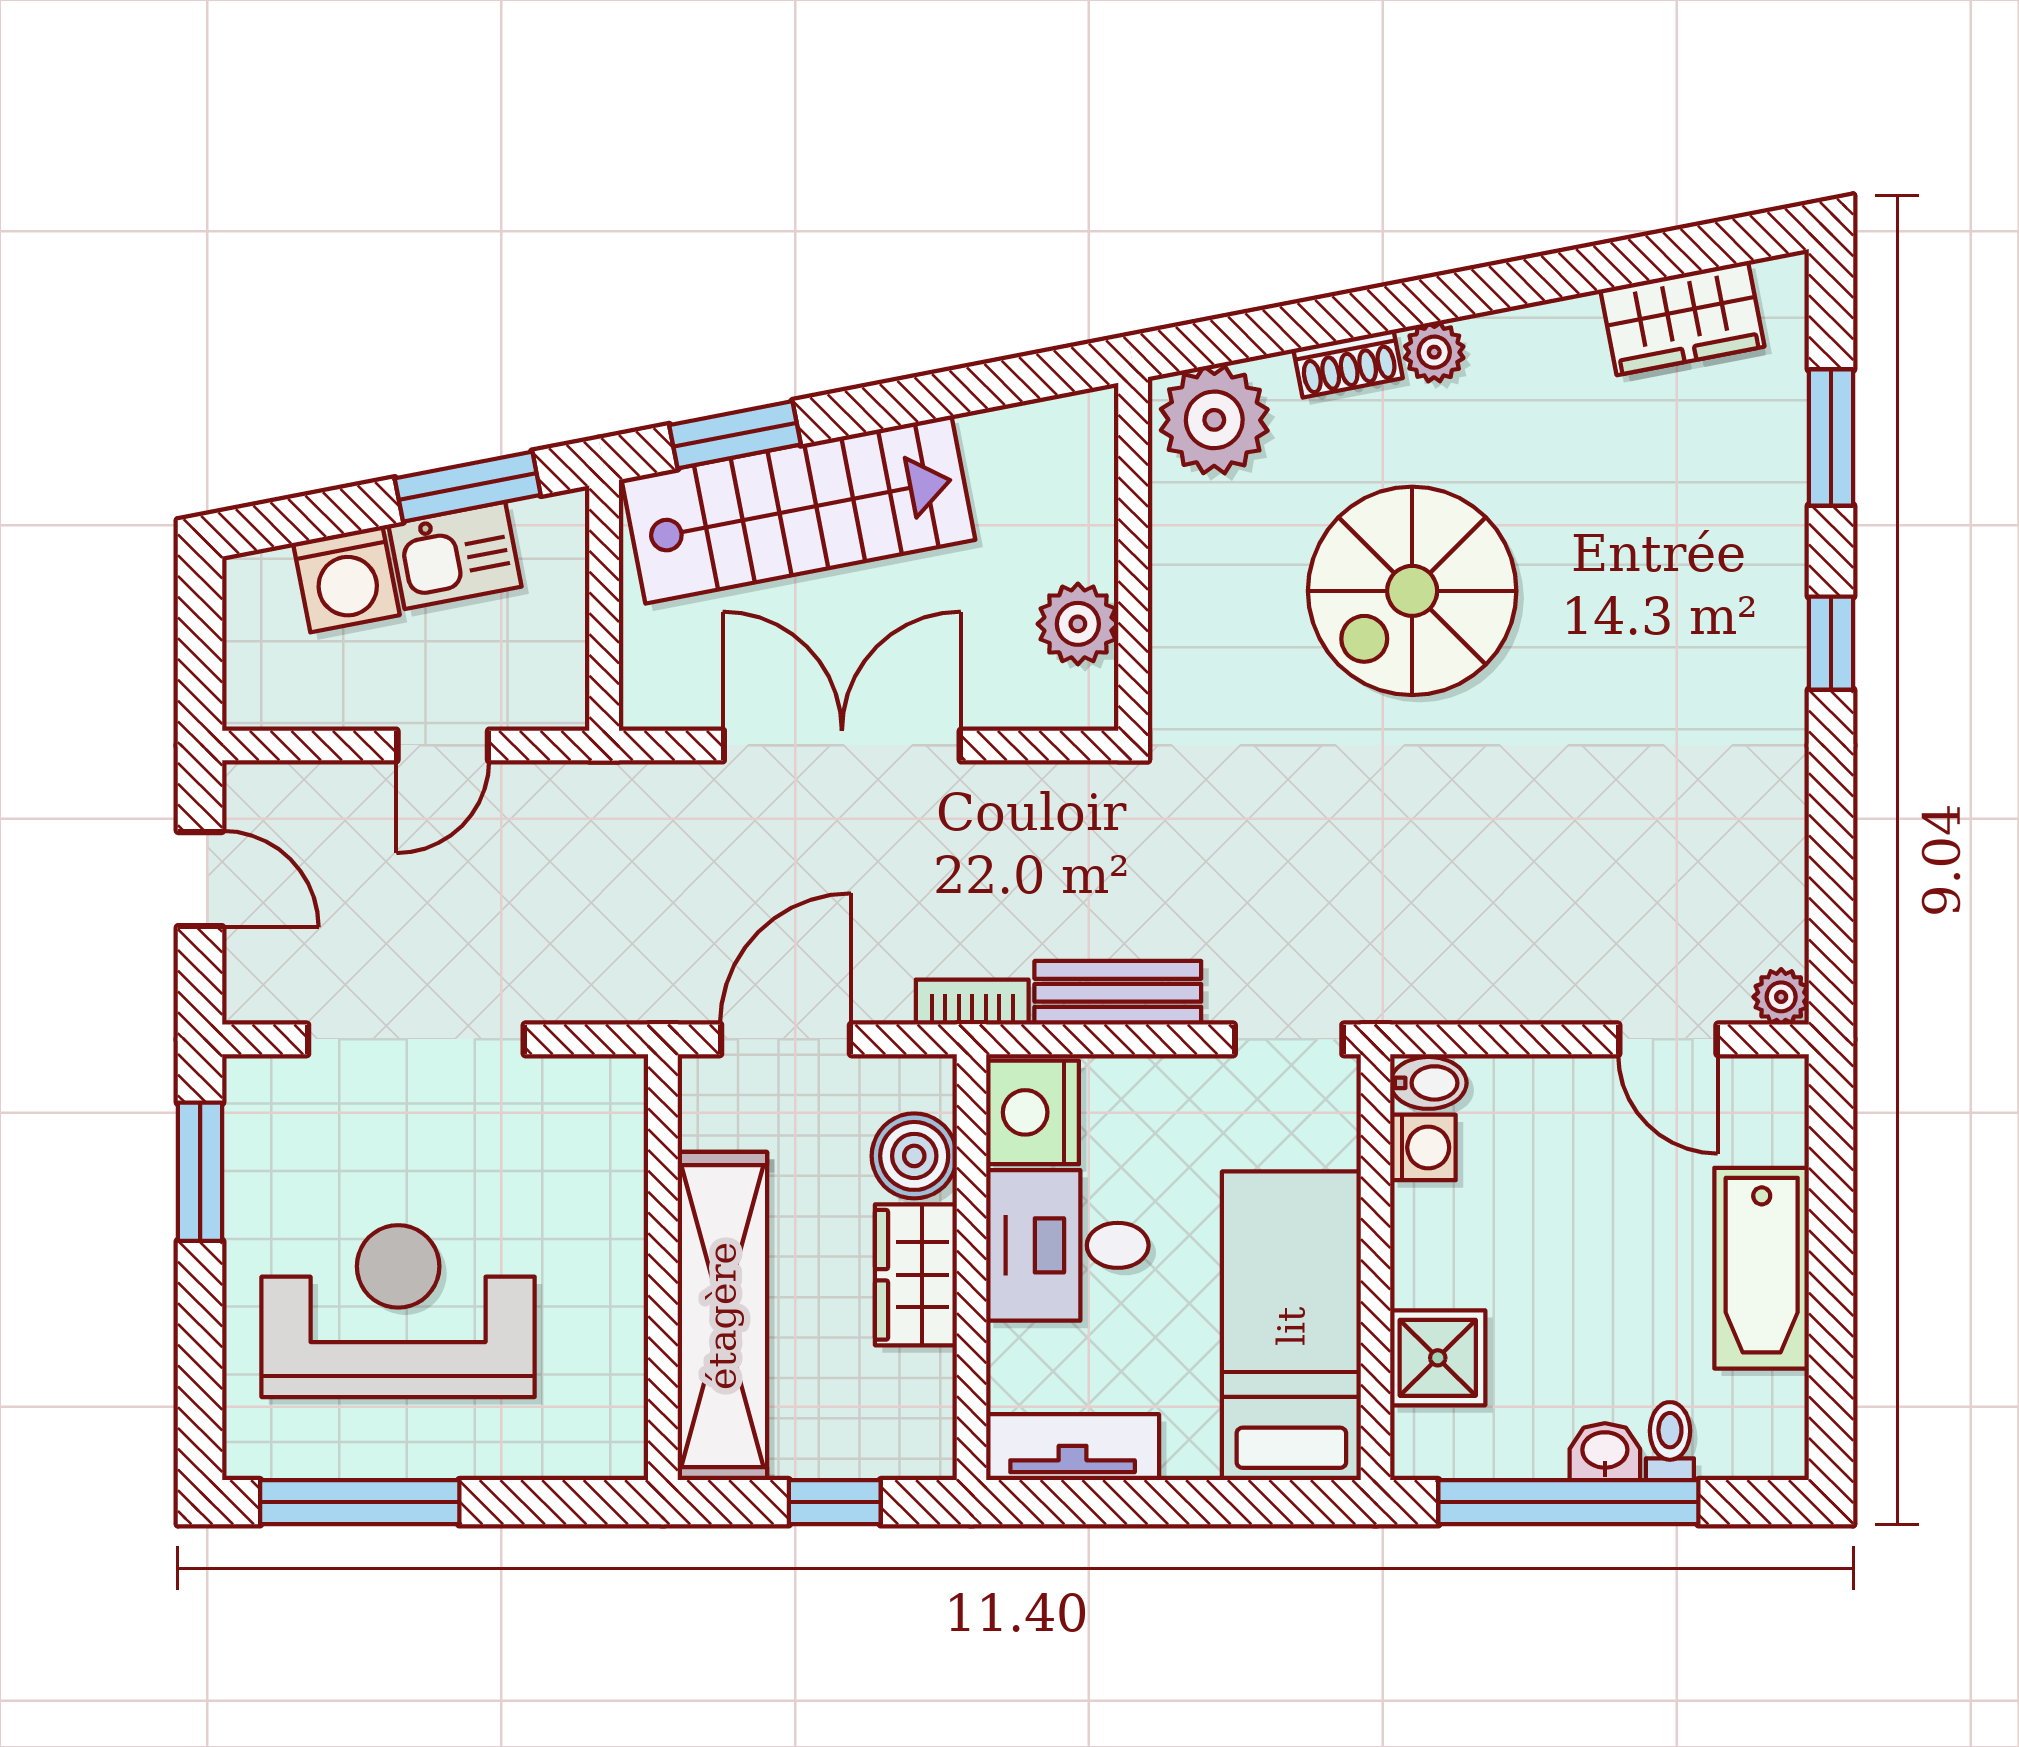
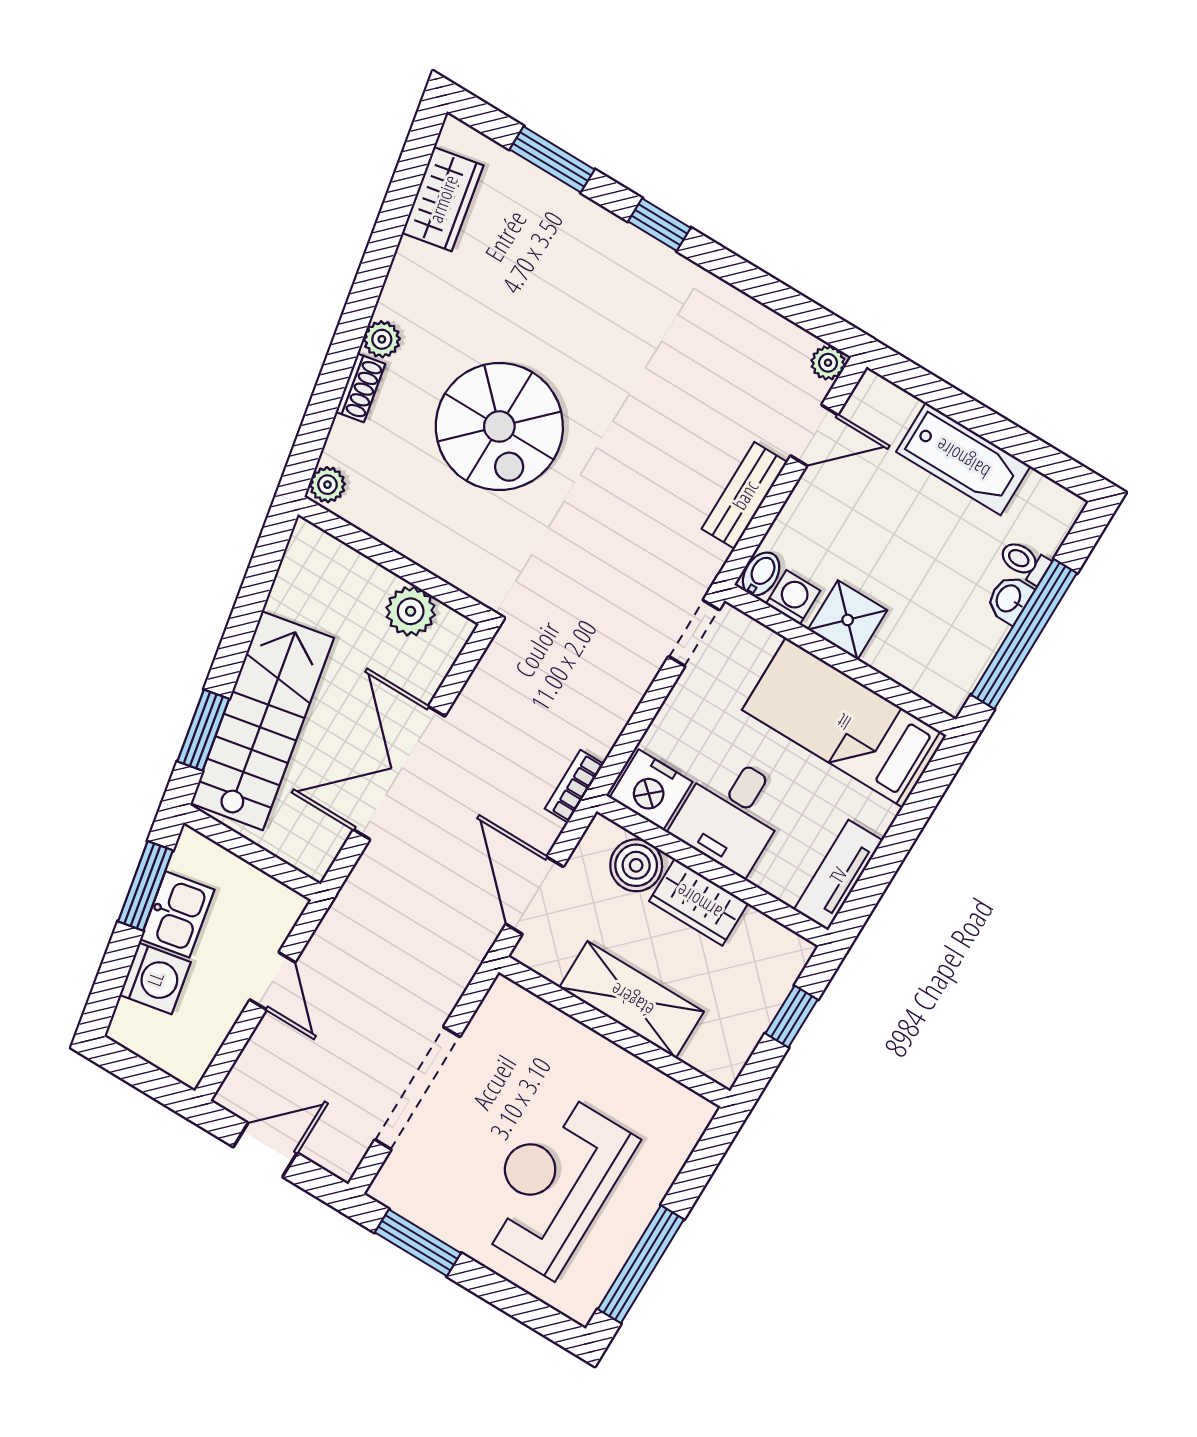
plant: (1214, 420) -> (327, 485), width x0.53, depth x0.53
bench: (1118, 993) -> (745, 495), moved
shelving: (722, 1316) -> (632, 1000), width x0.68
shower: (1438, 1358) -> (848, 620), moved

